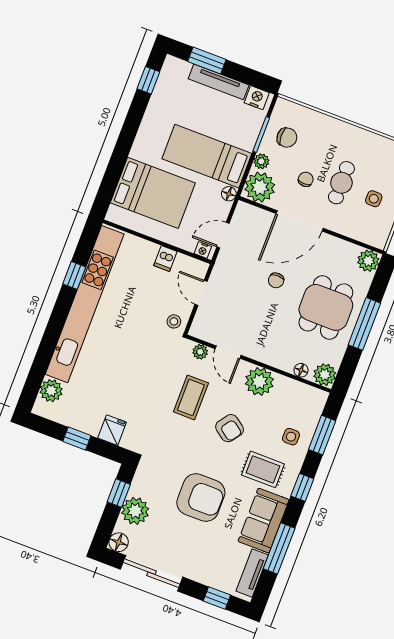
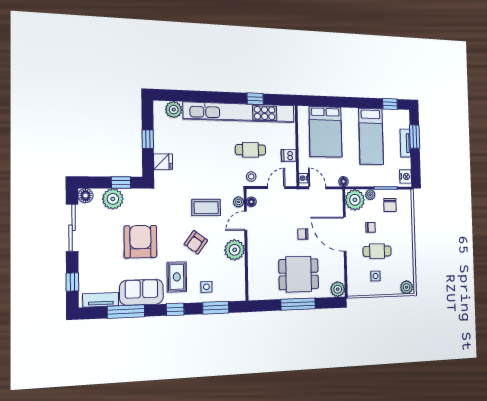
tv unit: (219, 82) -> (405, 143), width x0.71
bed: (207, 156) -> (371, 136), moved, turned 180
cafe table: (139, 309) -> (250, 150), added
floor lamp: (301, 370) -> (251, 202), moved
plant: (325, 375) -> (256, 292), removed
armchair: (201, 498) -> (140, 242), turned 180

